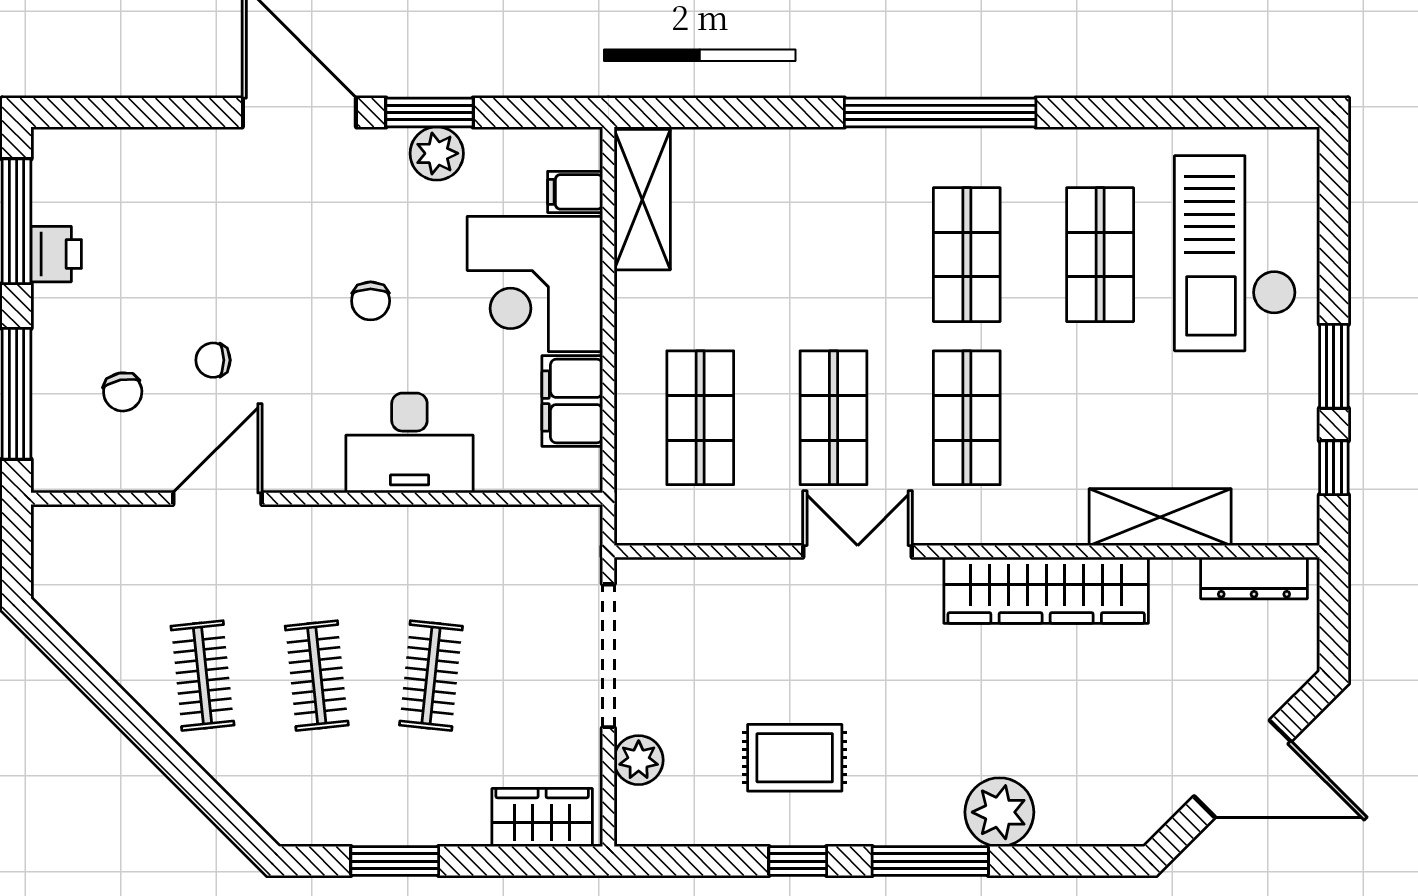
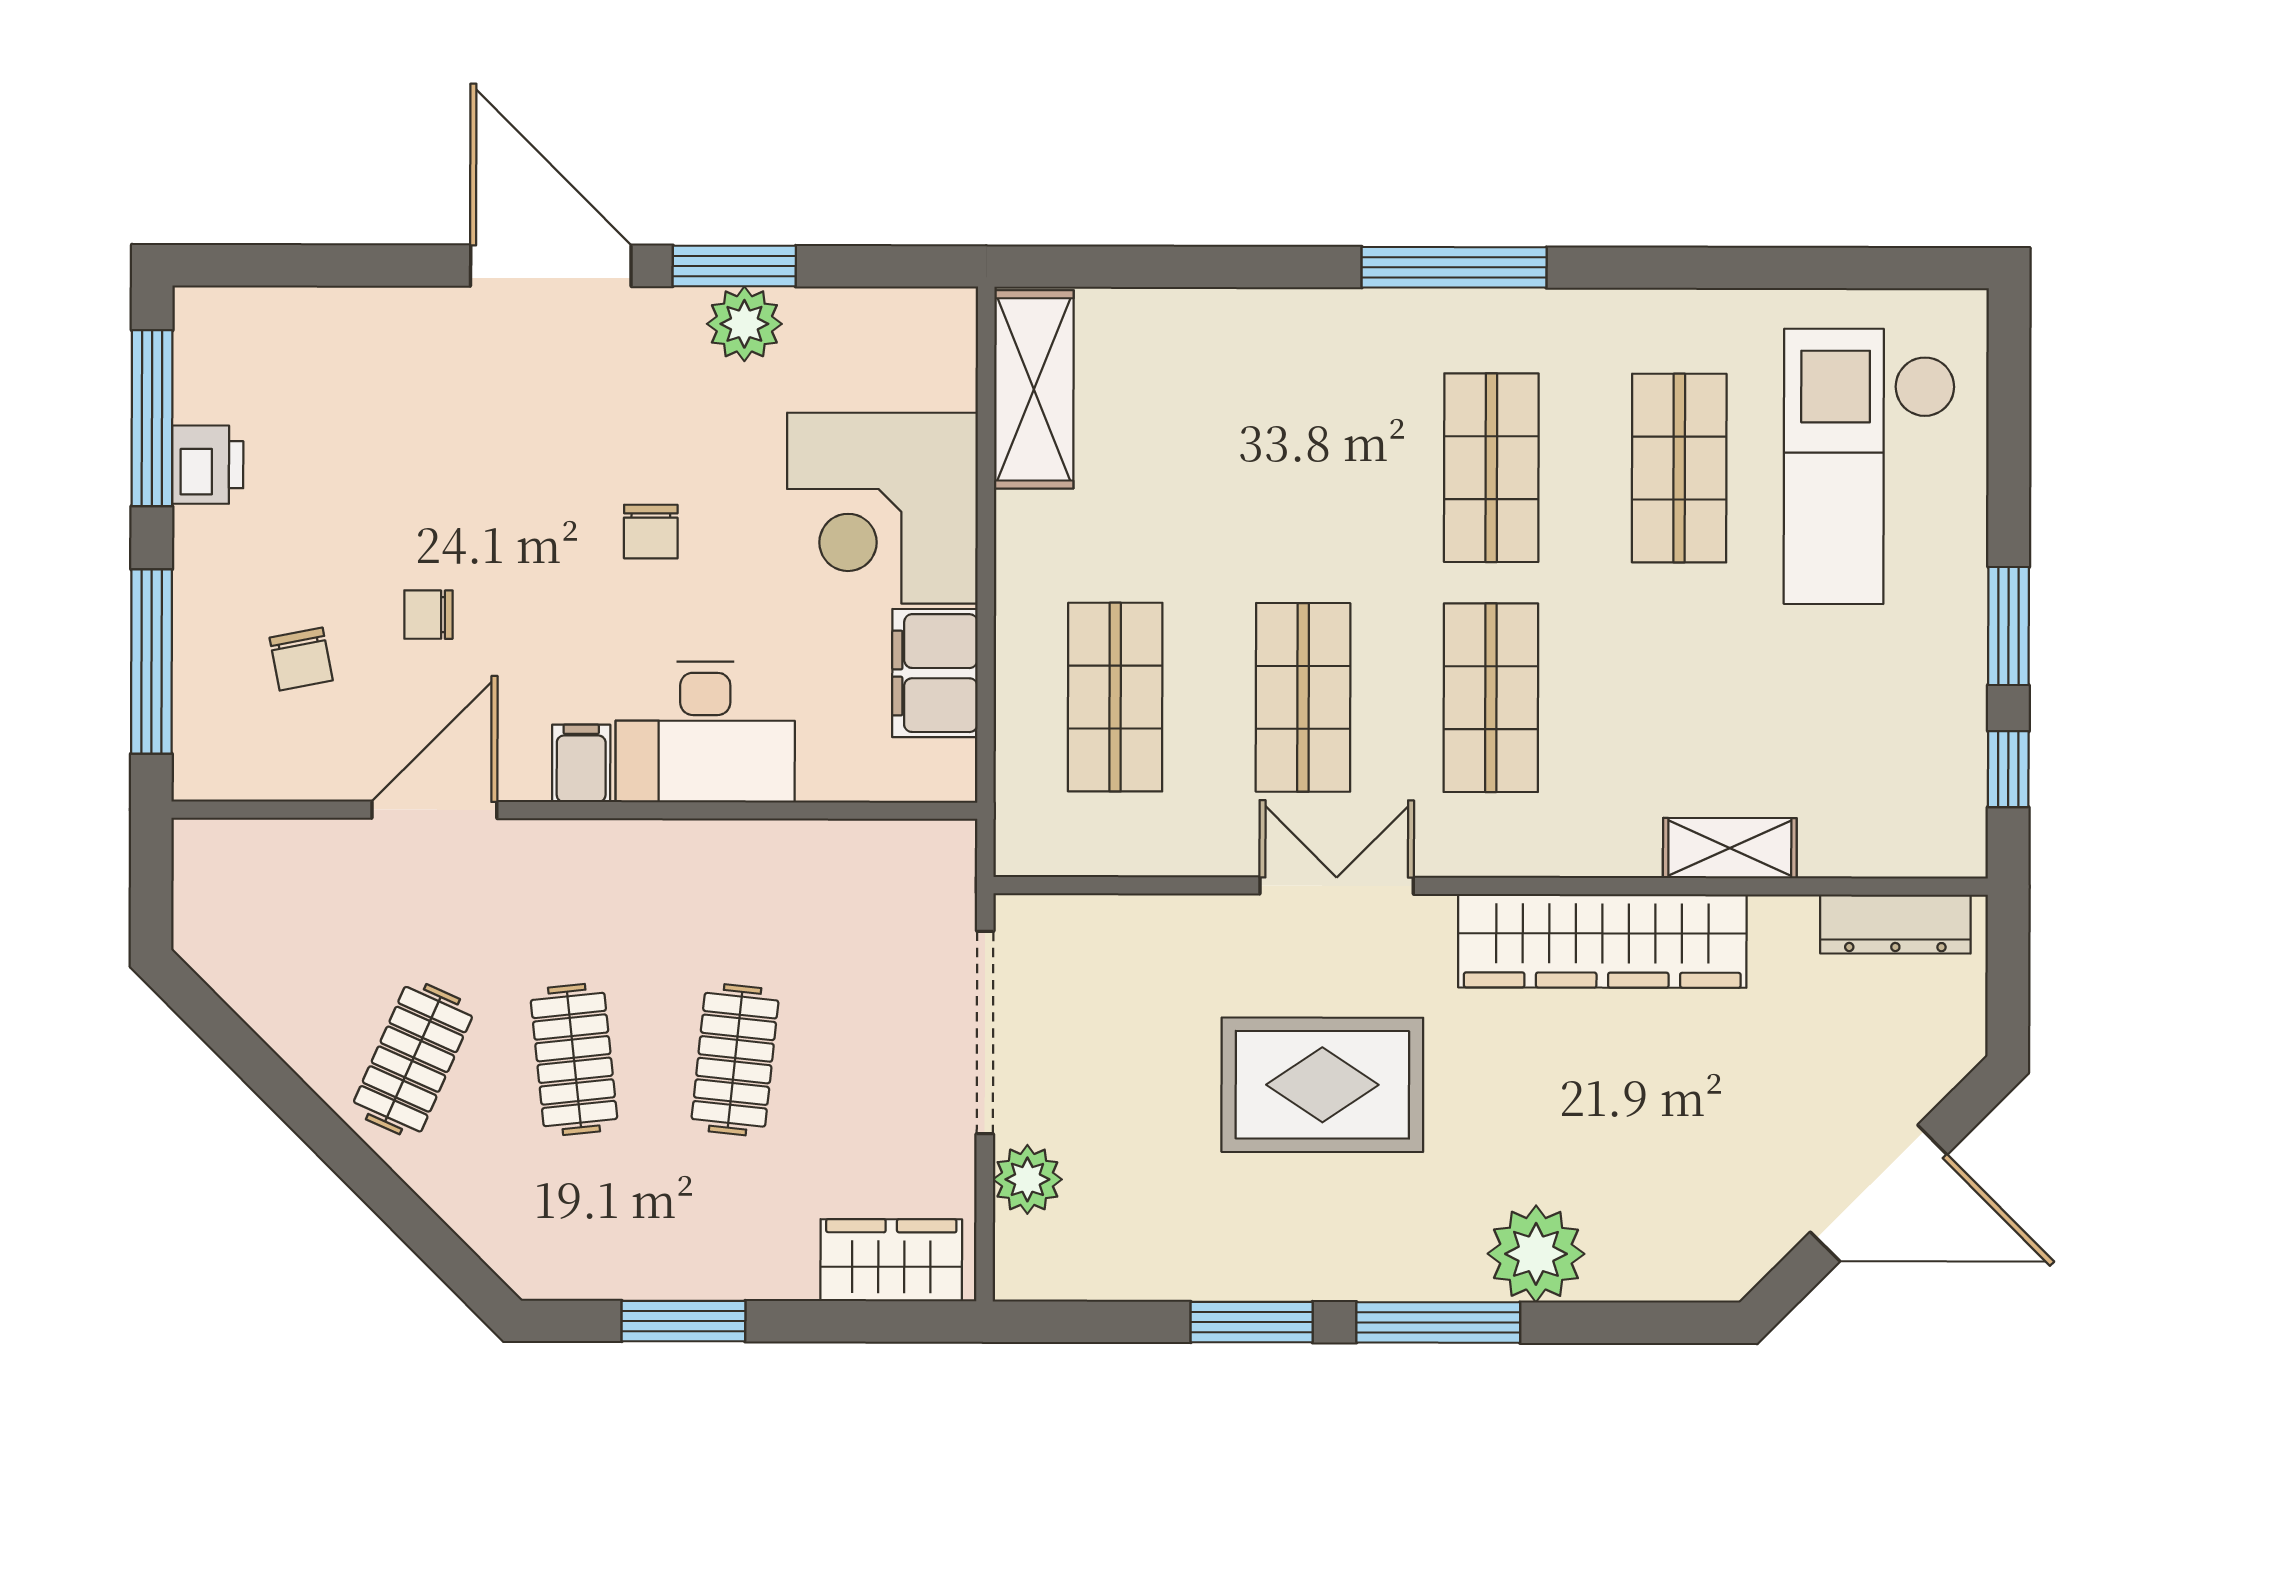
window: (940, 113) -> (1454, 267), width x0.68
filing cabinet: (575, 192) -> (581, 763), moved, turned 90
shelving: (1160, 517) -> (1730, 848), width x0.67, depth x0.75
clothes rail: (203, 676) -> (413, 1059), turned 30
rug: (795, 758) -> (1322, 1085), moved, width x1.36, depth x1.43
window: (798, 861) -> (1252, 1322), width x1.50

